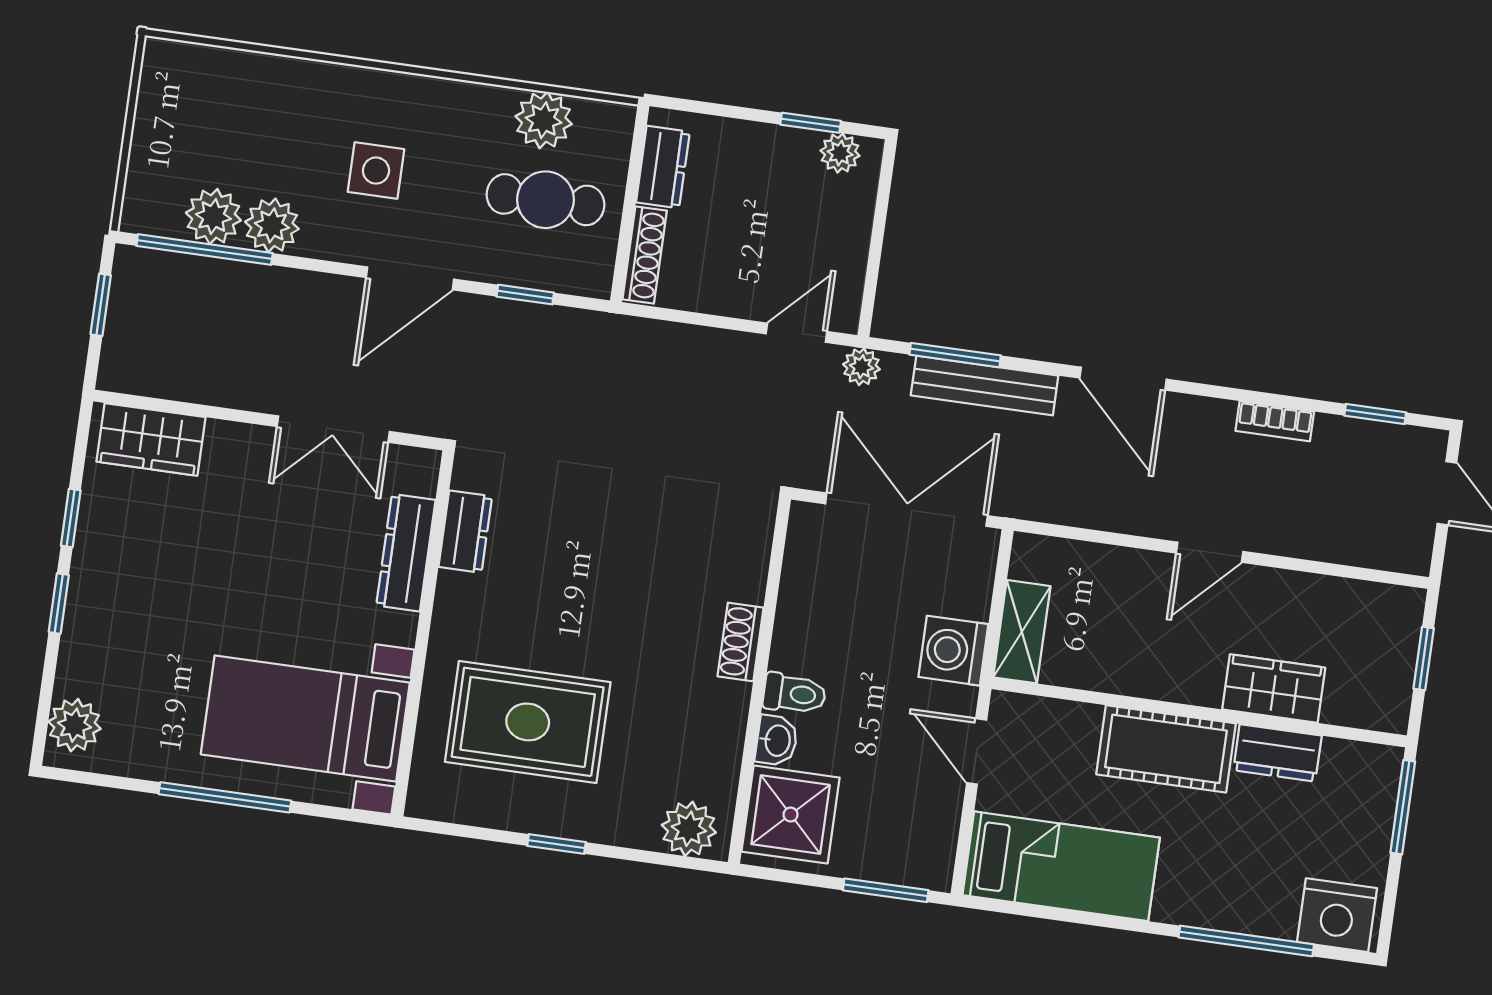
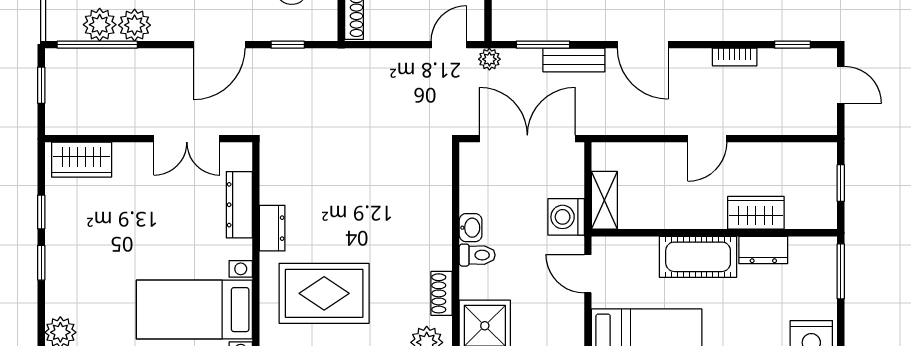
bench: (985, 386) -> (574, 60), width x0.73
dresser: (465, 532) -> (272, 228), moved
shoe rack: (741, 642) -> (442, 293), moved
washbasin: (777, 740) -> (471, 228), moved

